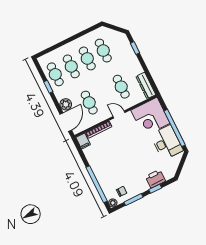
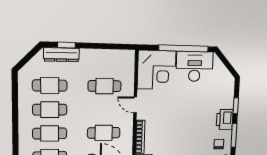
dresser: (146, 86) -> (61, 55), moved
door: (119, 114) -> (135, 105), hinge flipped
printer: (155, 179) -> (225, 119), moved

